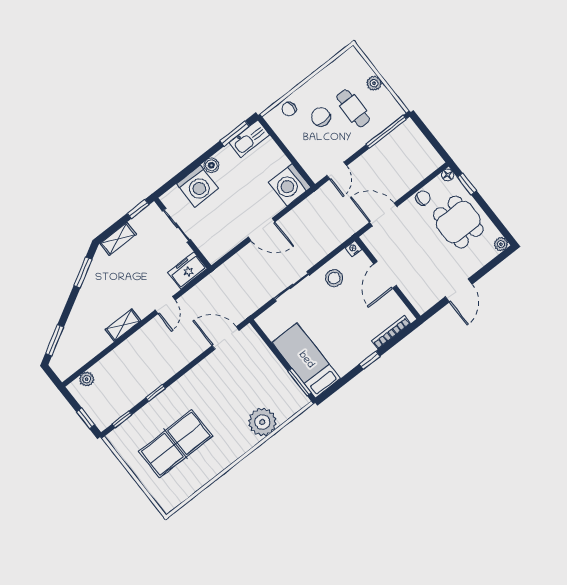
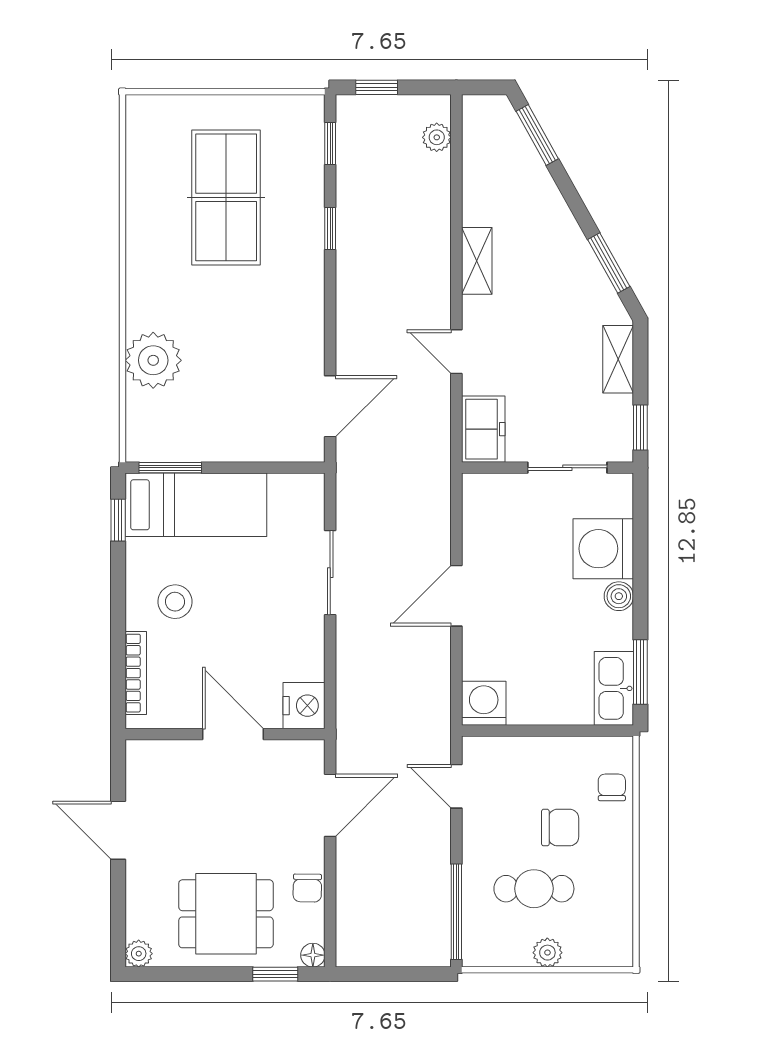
washing machine: (290, 185) -> (484, 703), width x0.73, depth x0.73
nightstand: (353, 249) -> (304, 706), width x1.89, depth x1.79
stool: (334, 278) -> (175, 602), moved
window: (370, 360) -> (118, 520), moved

